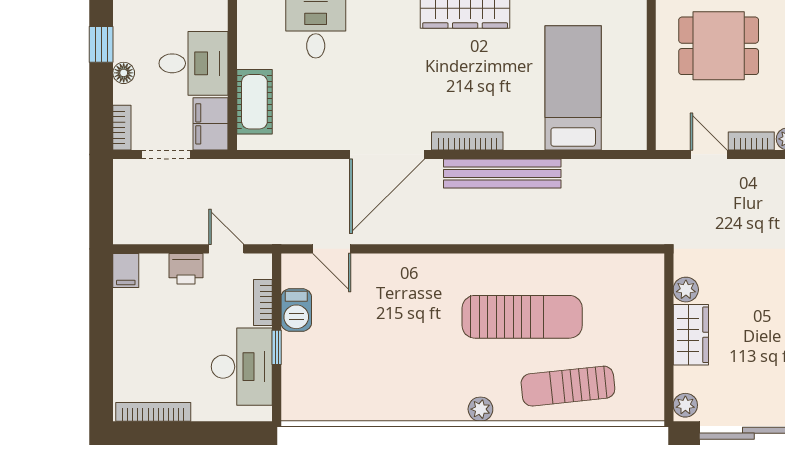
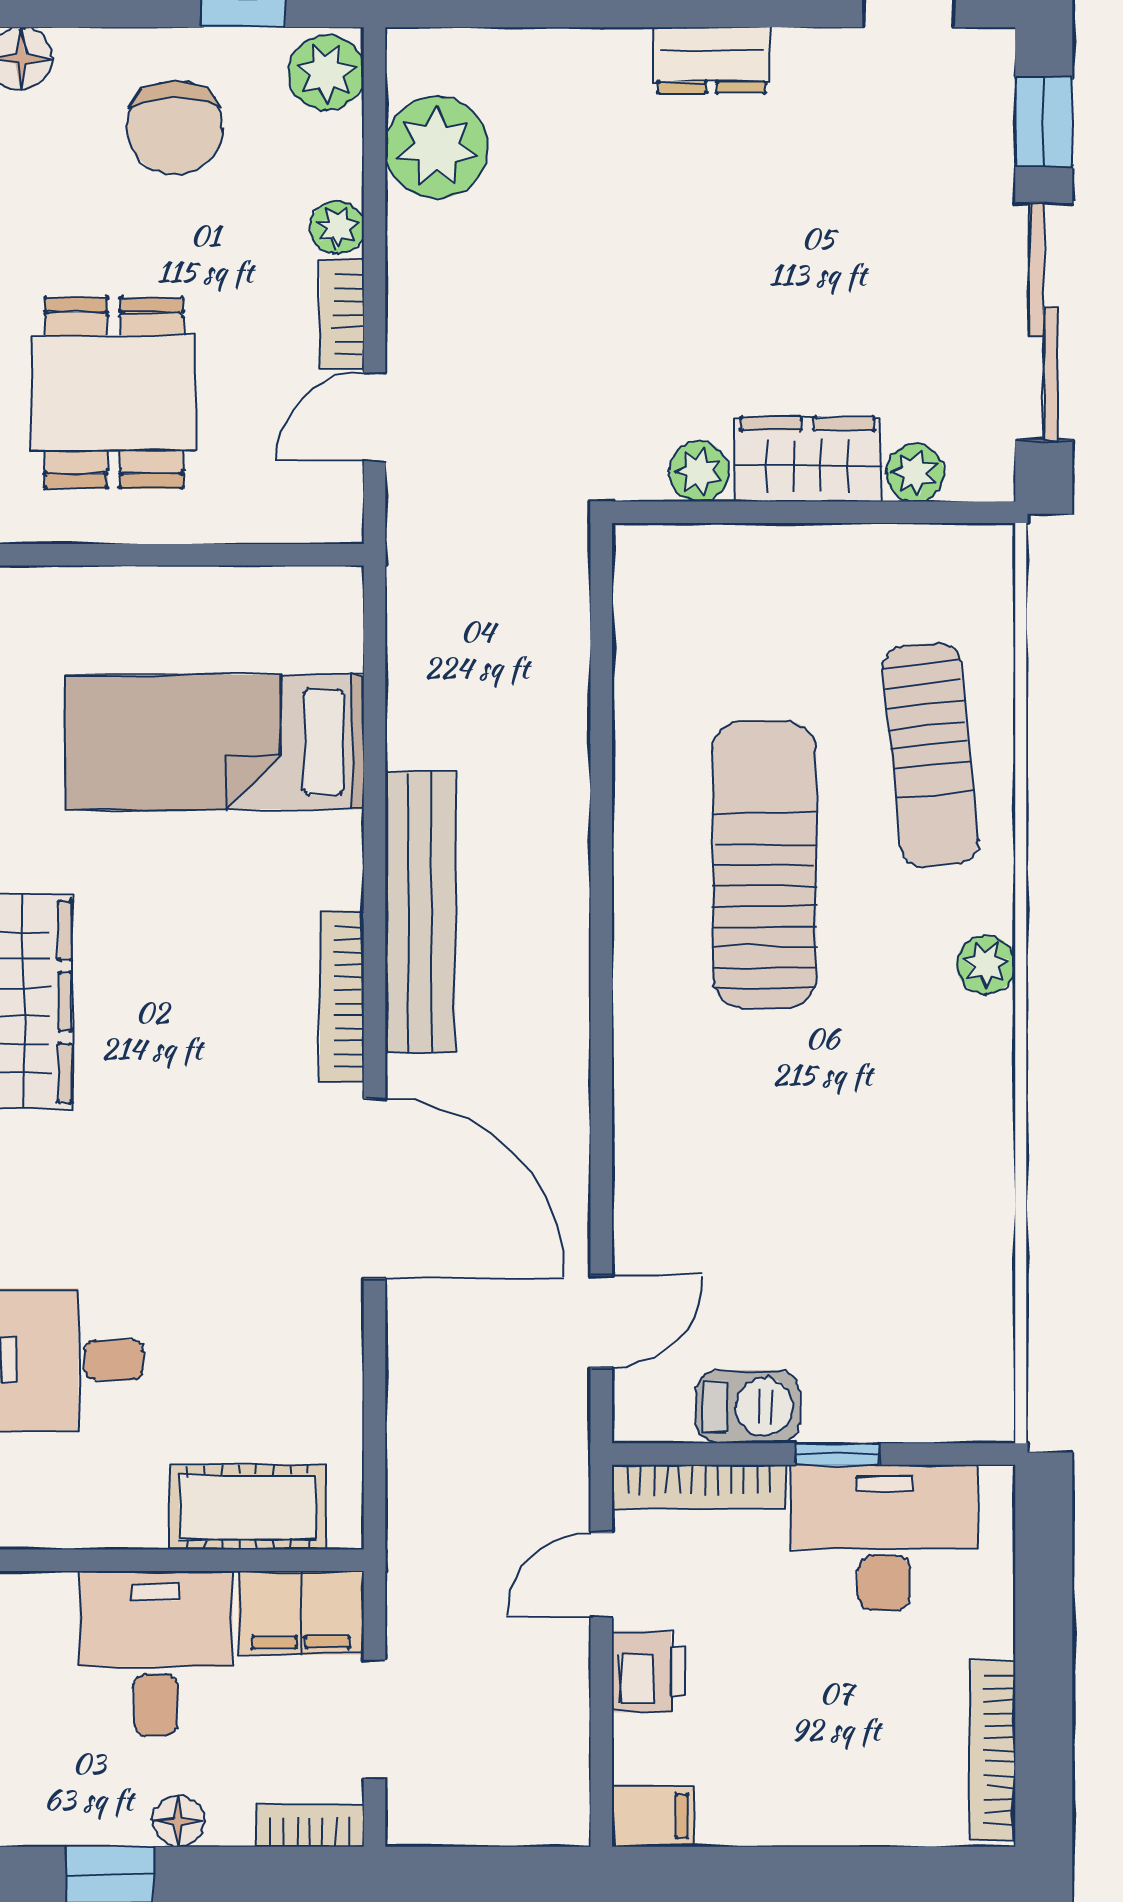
bookcase: (263, 302) -> (699, 1487), width x1.56
plant: (685, 405) -> (915, 473), moved

